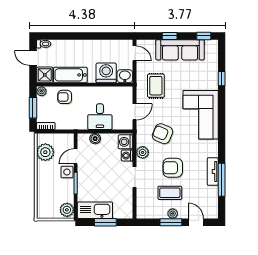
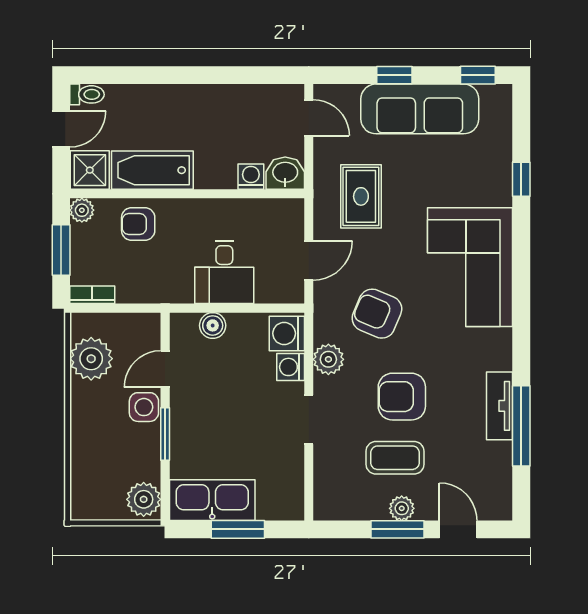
door: (33, 58) -> (61, 129), swing flipped
washing machine: (106, 73) -> (251, 177), width x0.53, depth x0.53

